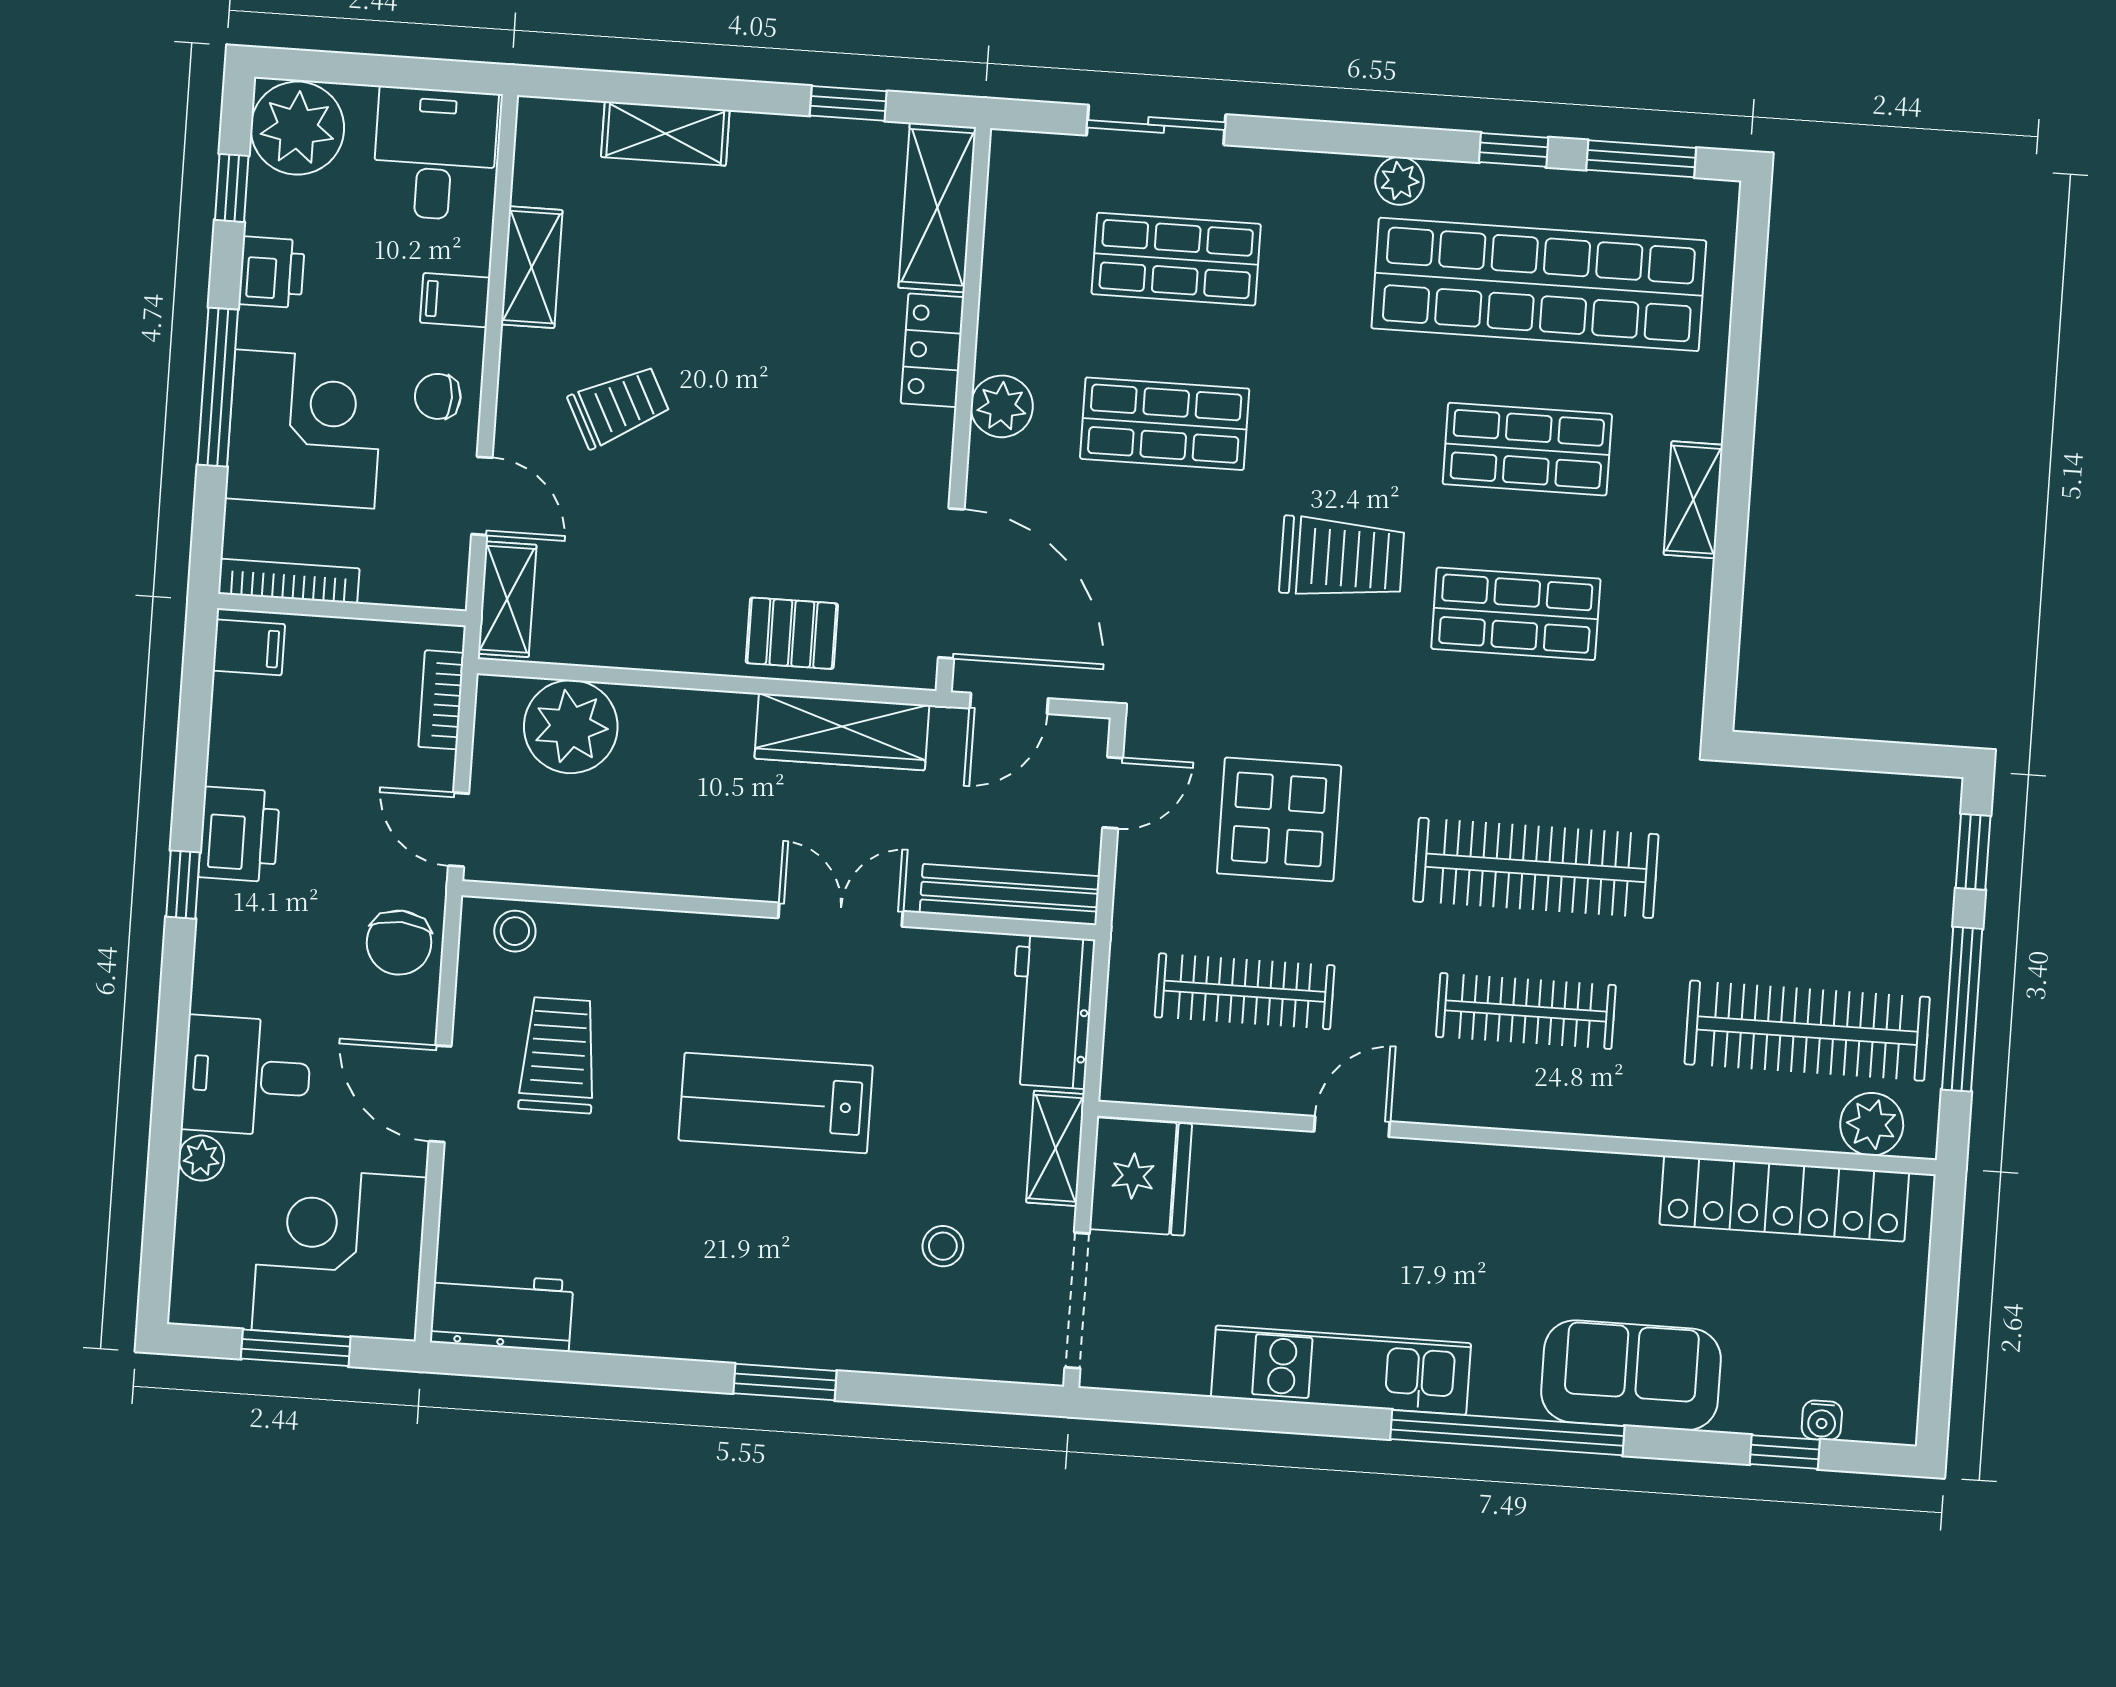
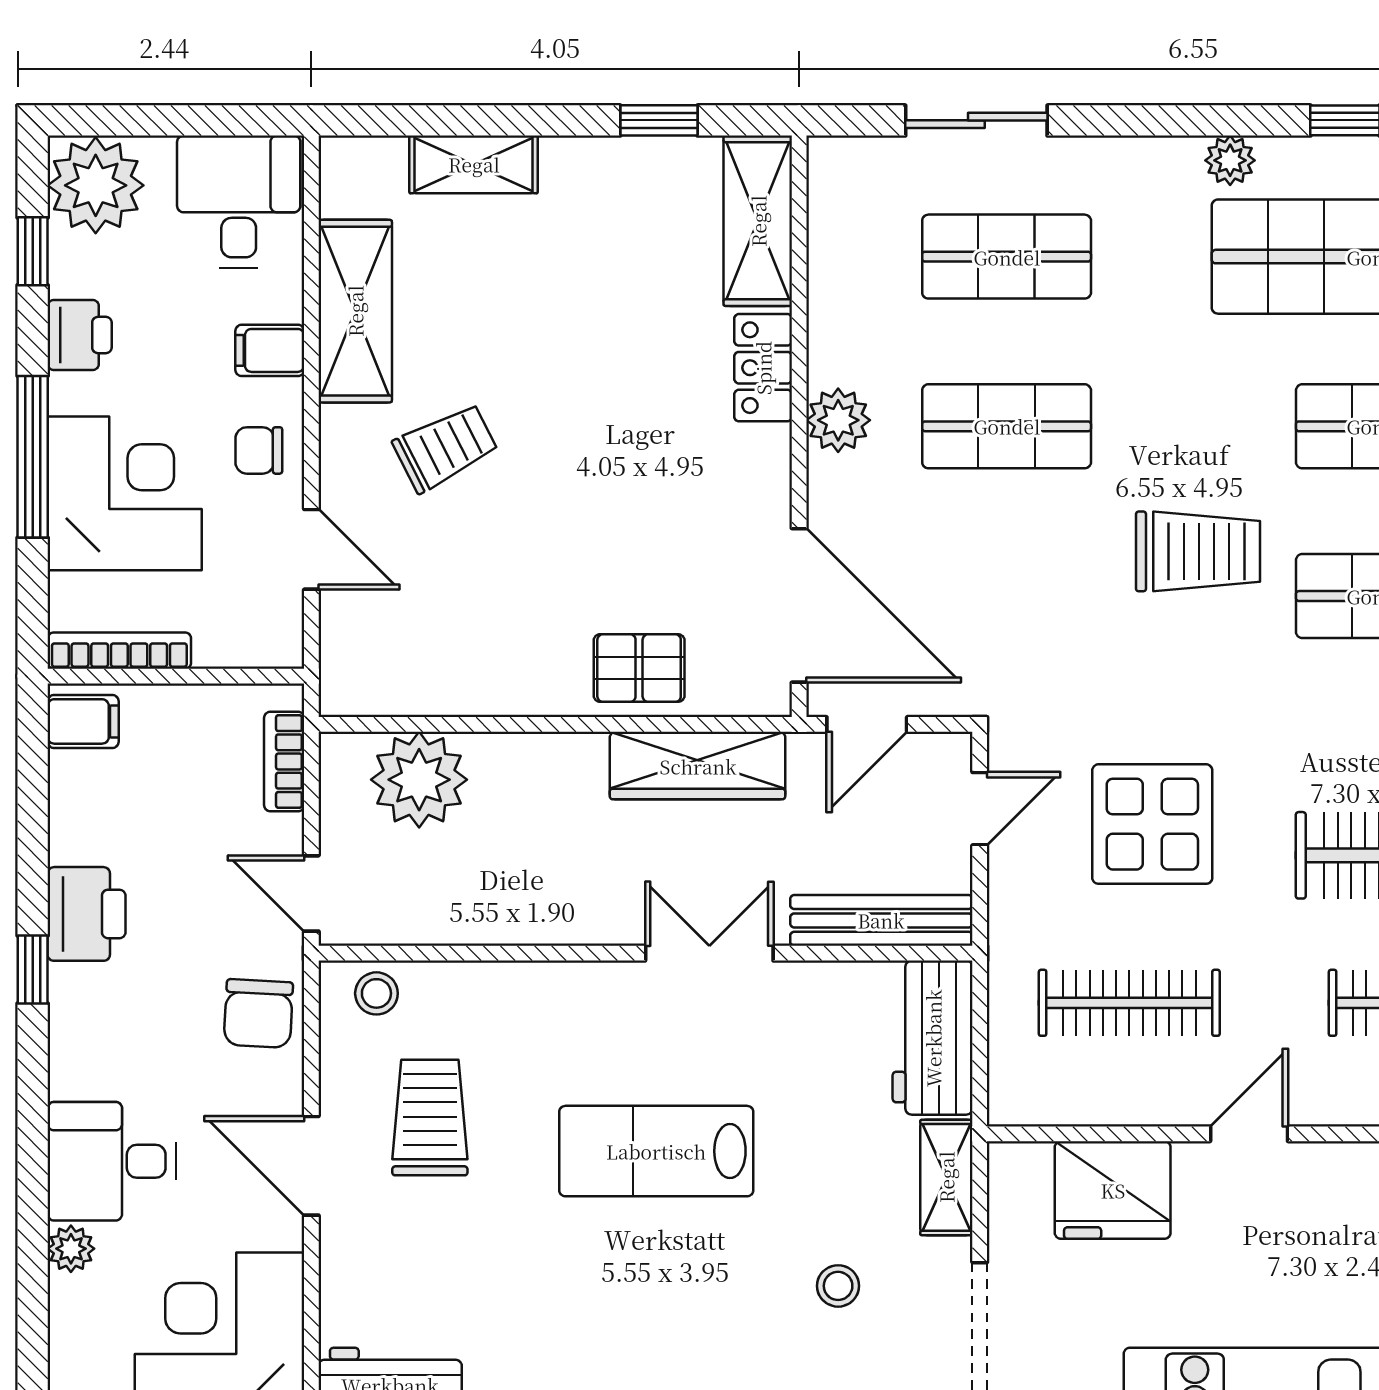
shelving: (532, 267) -> (355, 311), width x1.50, depth x1.33
shelving: (507, 599) -> (345, 654), removed
fridge: (1141, 1176) -> (1113, 1190), moved, turned 90

